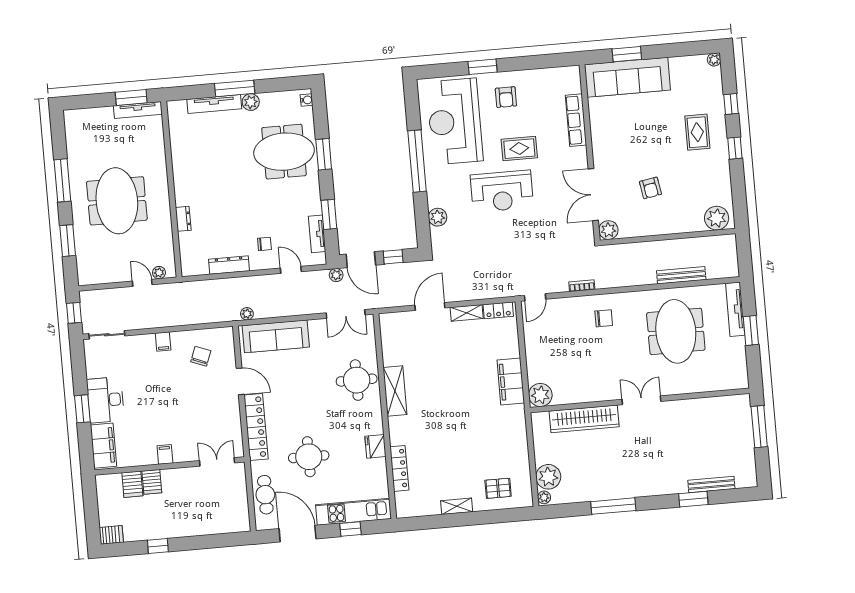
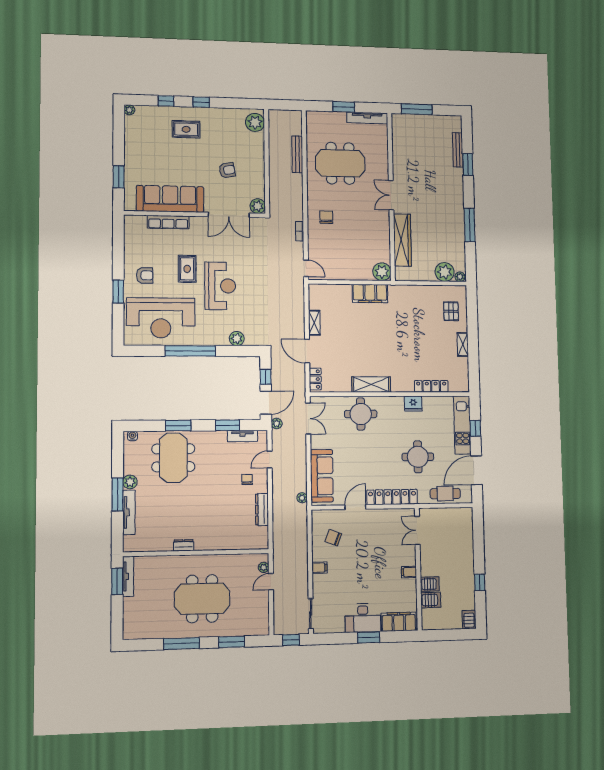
sofa: (627, 77) -> (170, 199), moved, turned -90
dresser: (183, 219) -> (184, 545), moved
tv unit: (735, 309) -> (367, 118), moved
locker: (498, 310) -> (315, 379), moved

